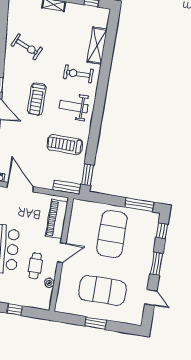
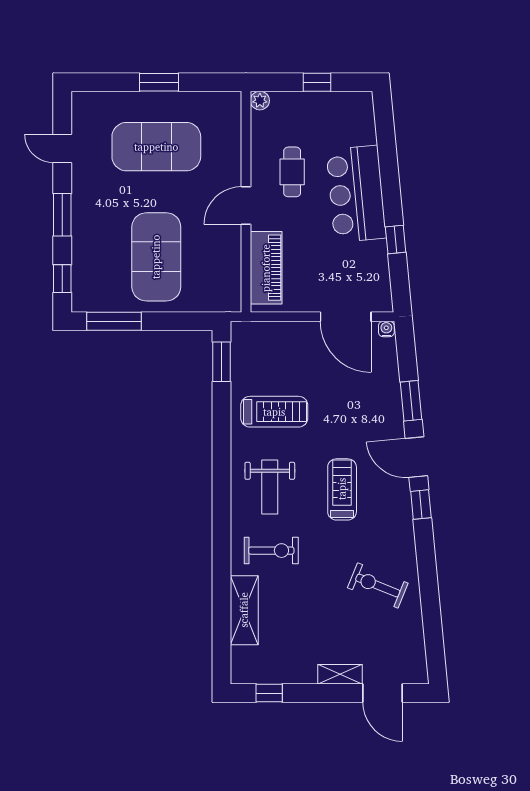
weight bench: (74, 106) -> (270, 487), turned 90
bench: (67, 187) -> (257, 331), removed
plant: (49, 283) -> (260, 101), moved

